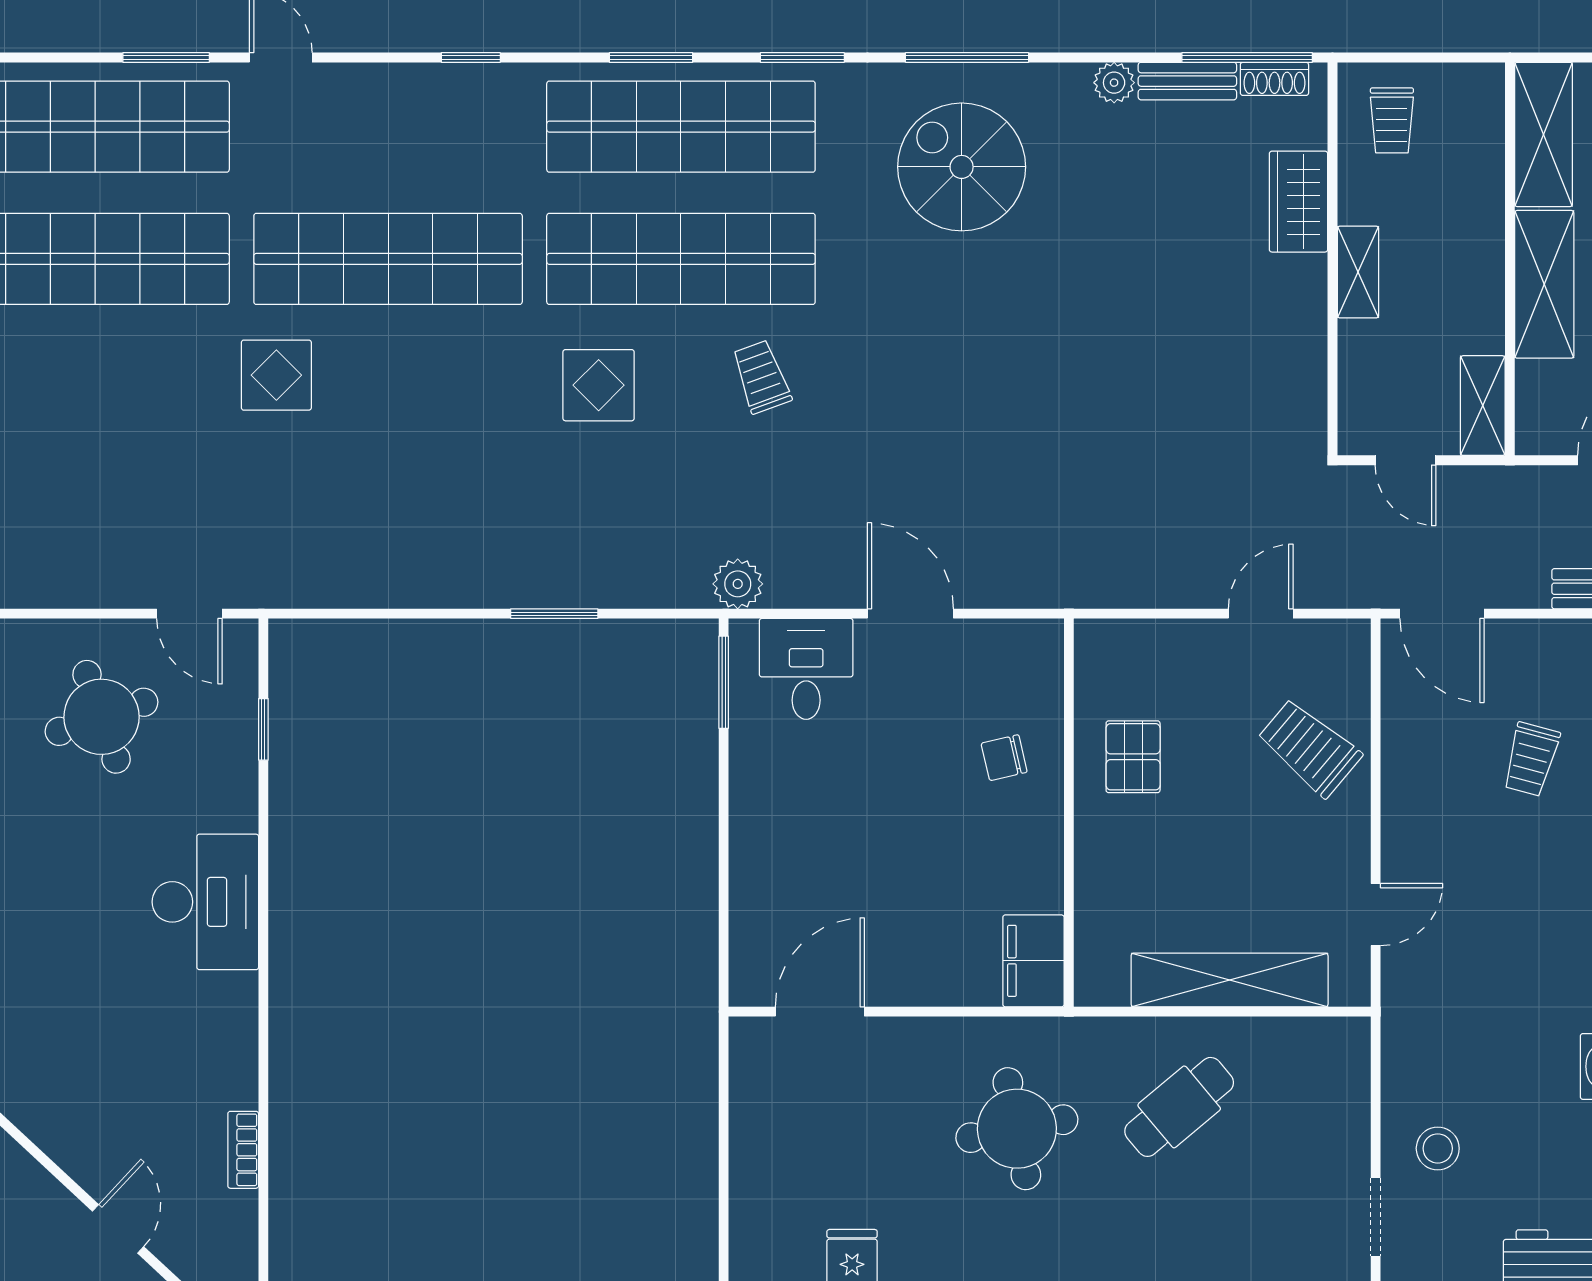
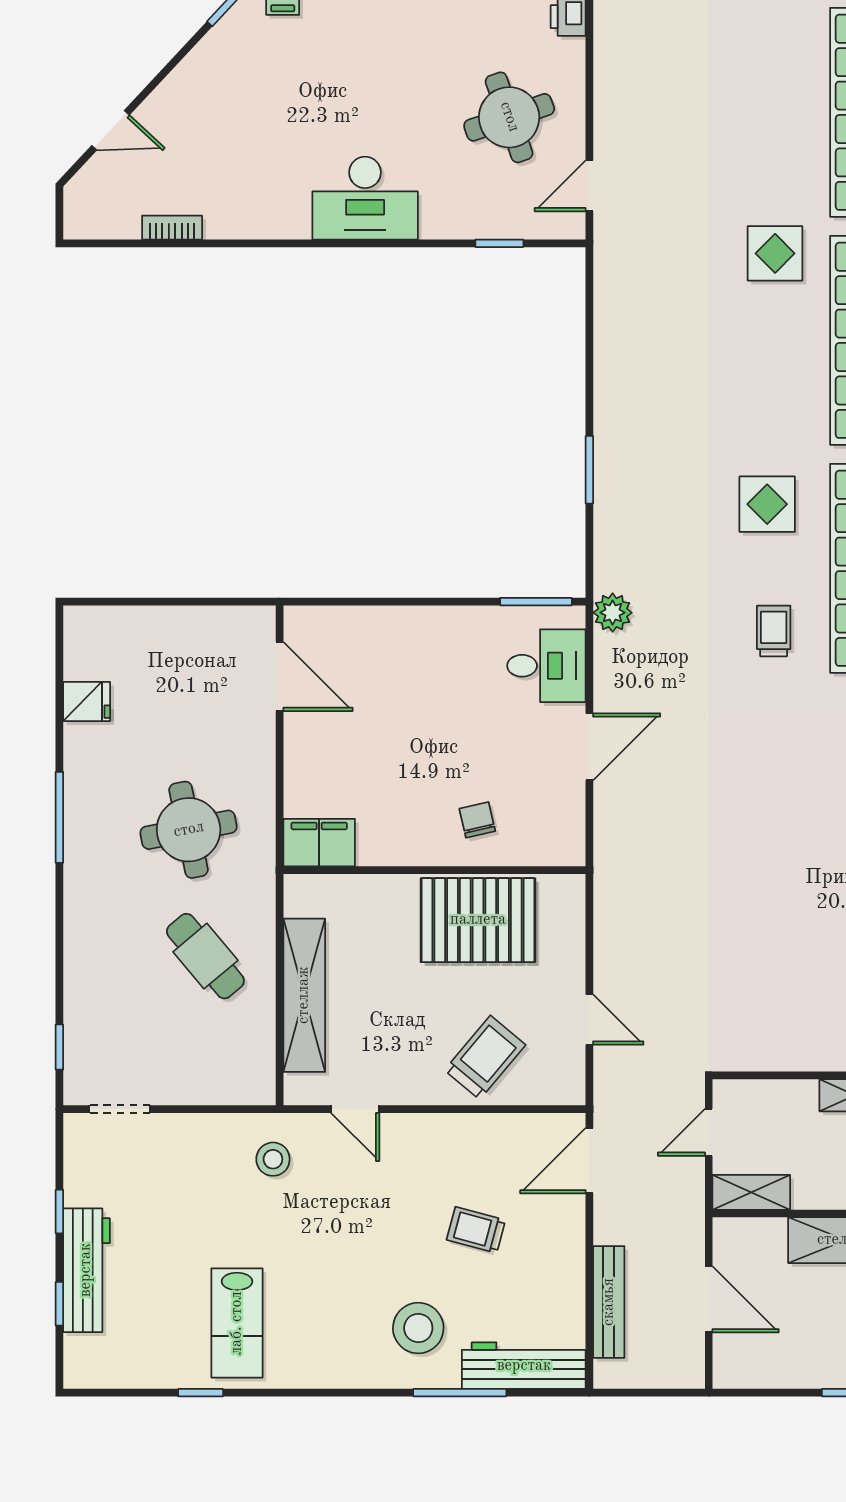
trolley: (761, 377) -> (774, 631), turned -70
pallet: (1133, 757) -> (478, 920), width x2.05, depth x2.00
stool: (1438, 1148) -> (273, 1159), moved

